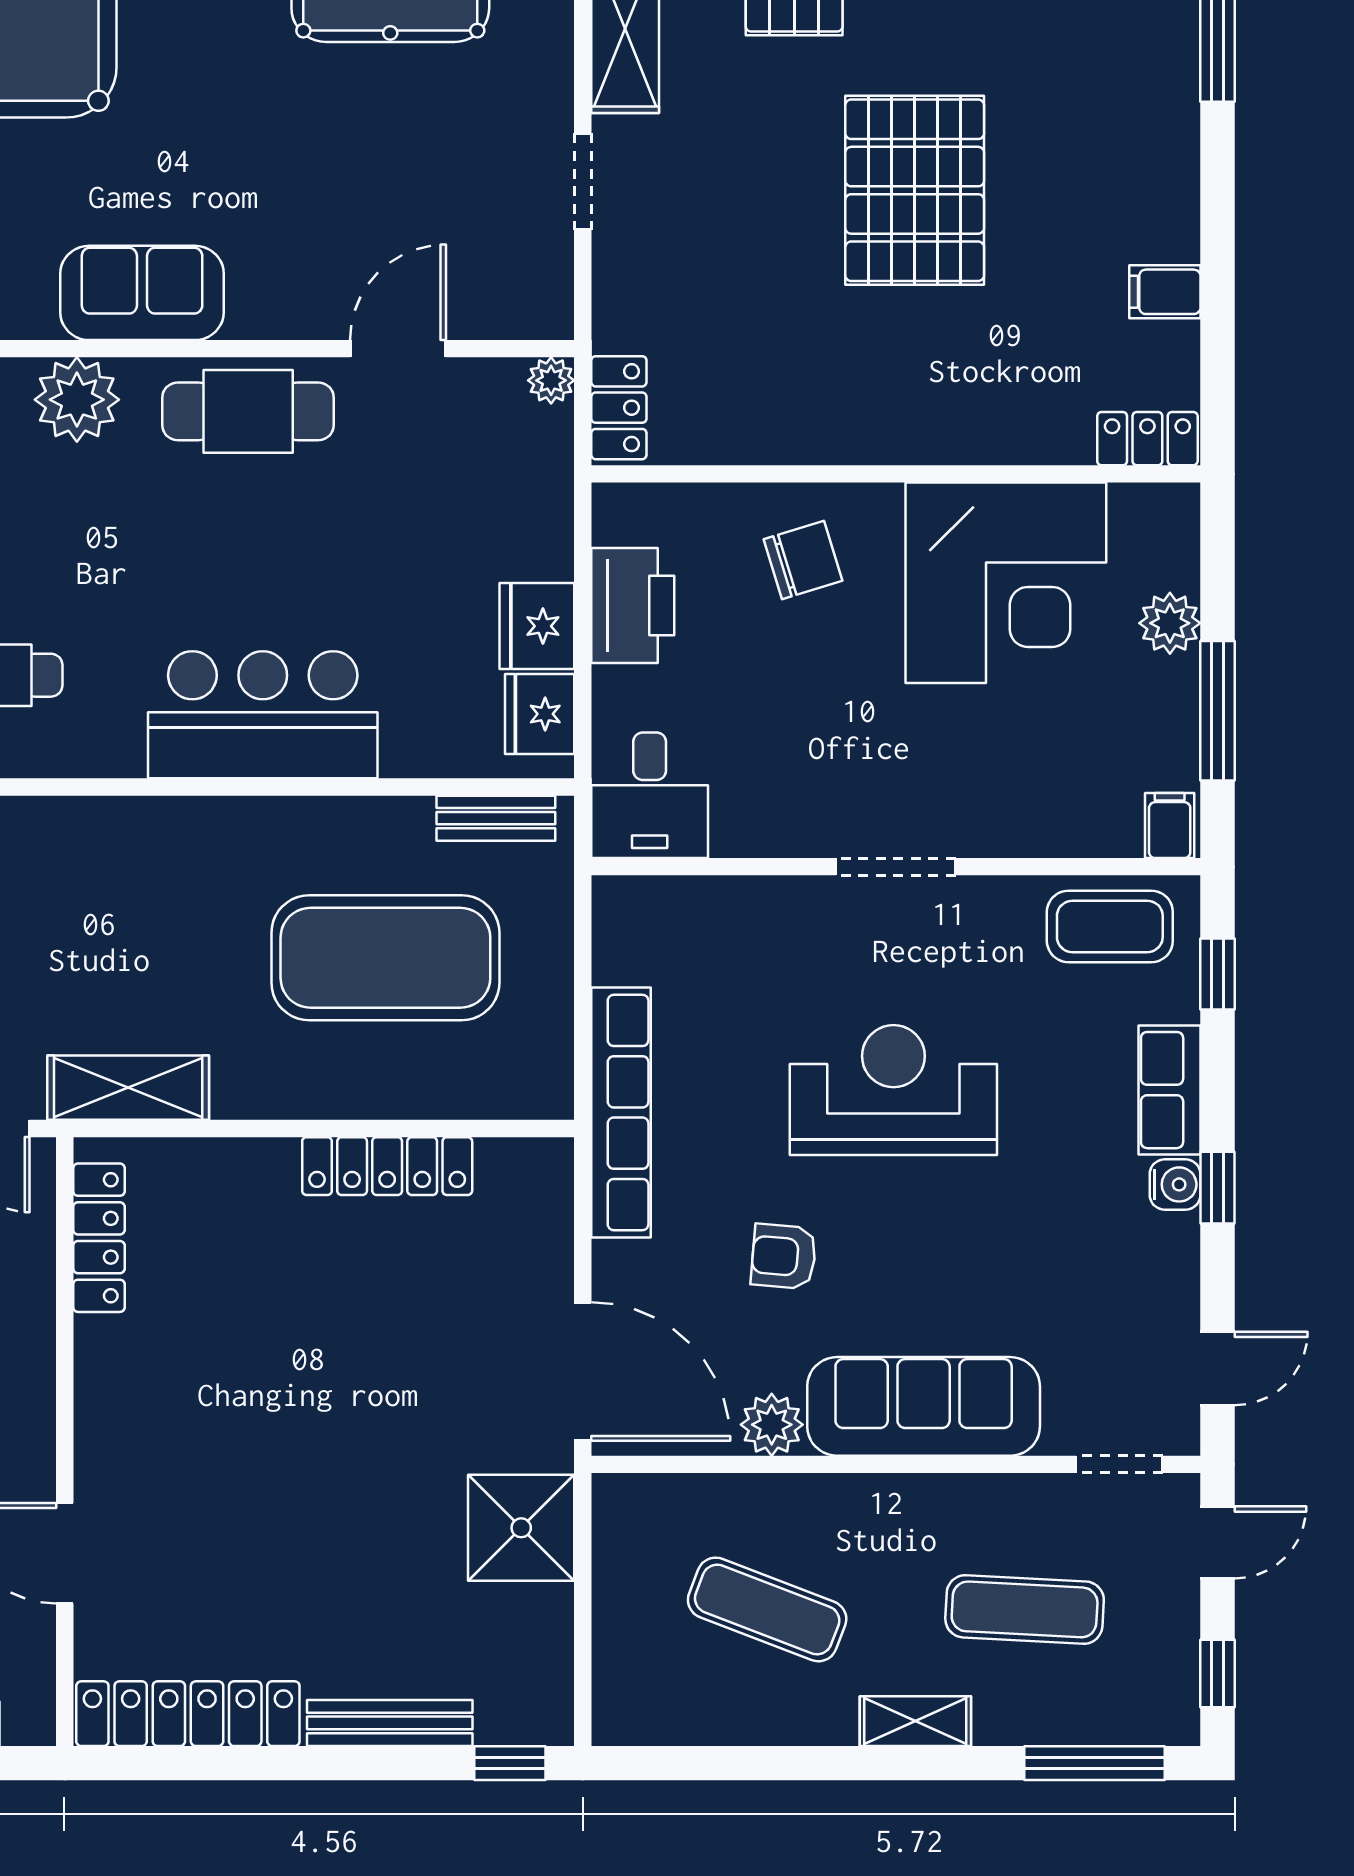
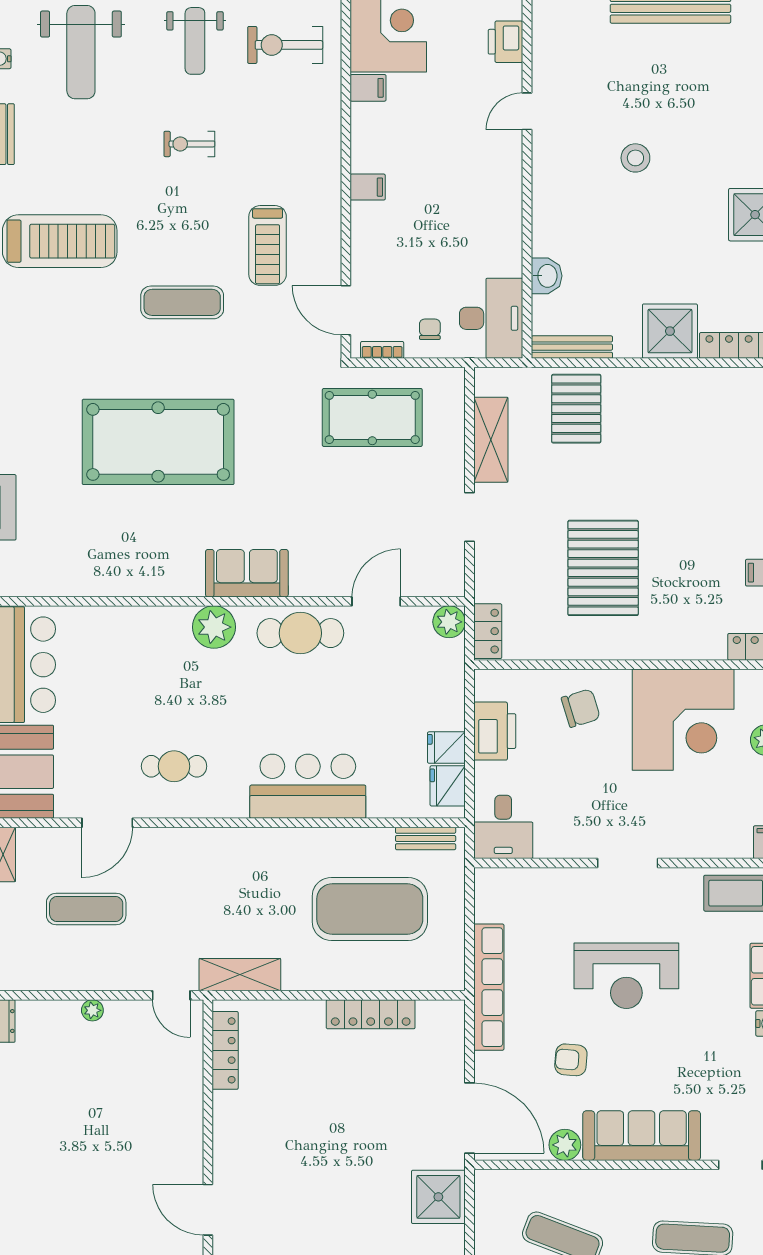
pallet: (915, 190) -> (603, 568), moved
plant: (551, 380) -> (449, 622), width x1.38, depth x1.38
fridge: (537, 626) -> (446, 748), width x0.72
reception desk: (893, 1090) -> (626, 976), turned 180

